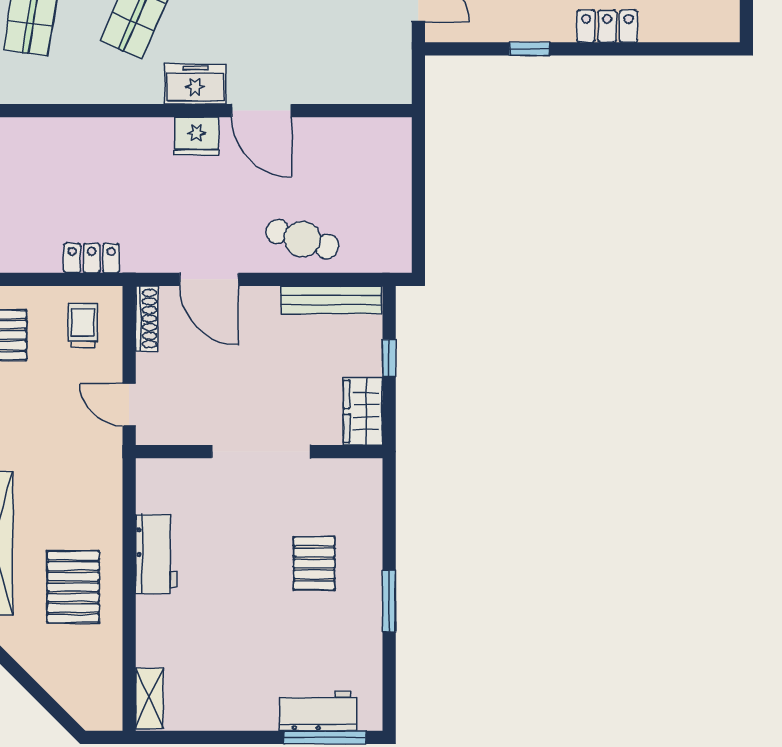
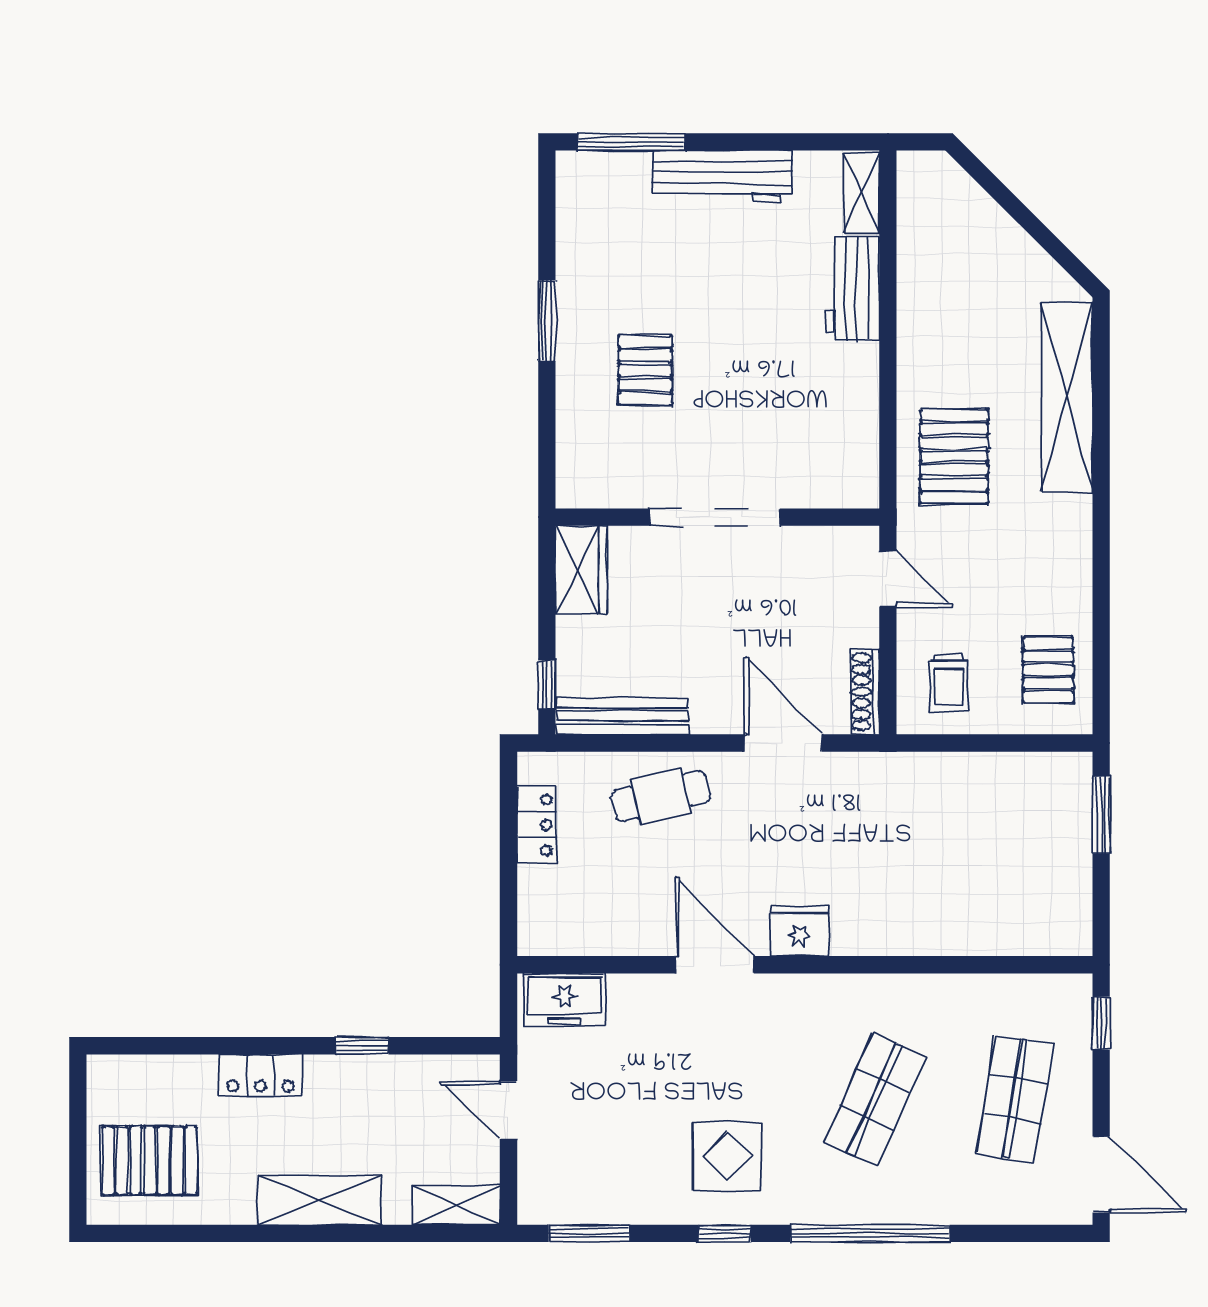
freezer: (195, 84) -> (565, 999), moved
cafe table: (302, 239) -> (661, 796), turned -30
locker: (92, 258) -> (536, 825), moved, turned -90
window: (389, 358) -> (547, 685), moved
workbench: (156, 554) -> (853, 288), moved
pallet: (73, 587) -> (954, 456), moved
workbench: (318, 711) -> (722, 176), moved, width x1.38

